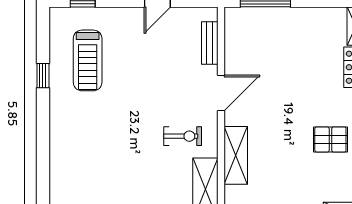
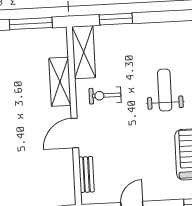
weight bench: (111, 139) -> (165, 90), added

